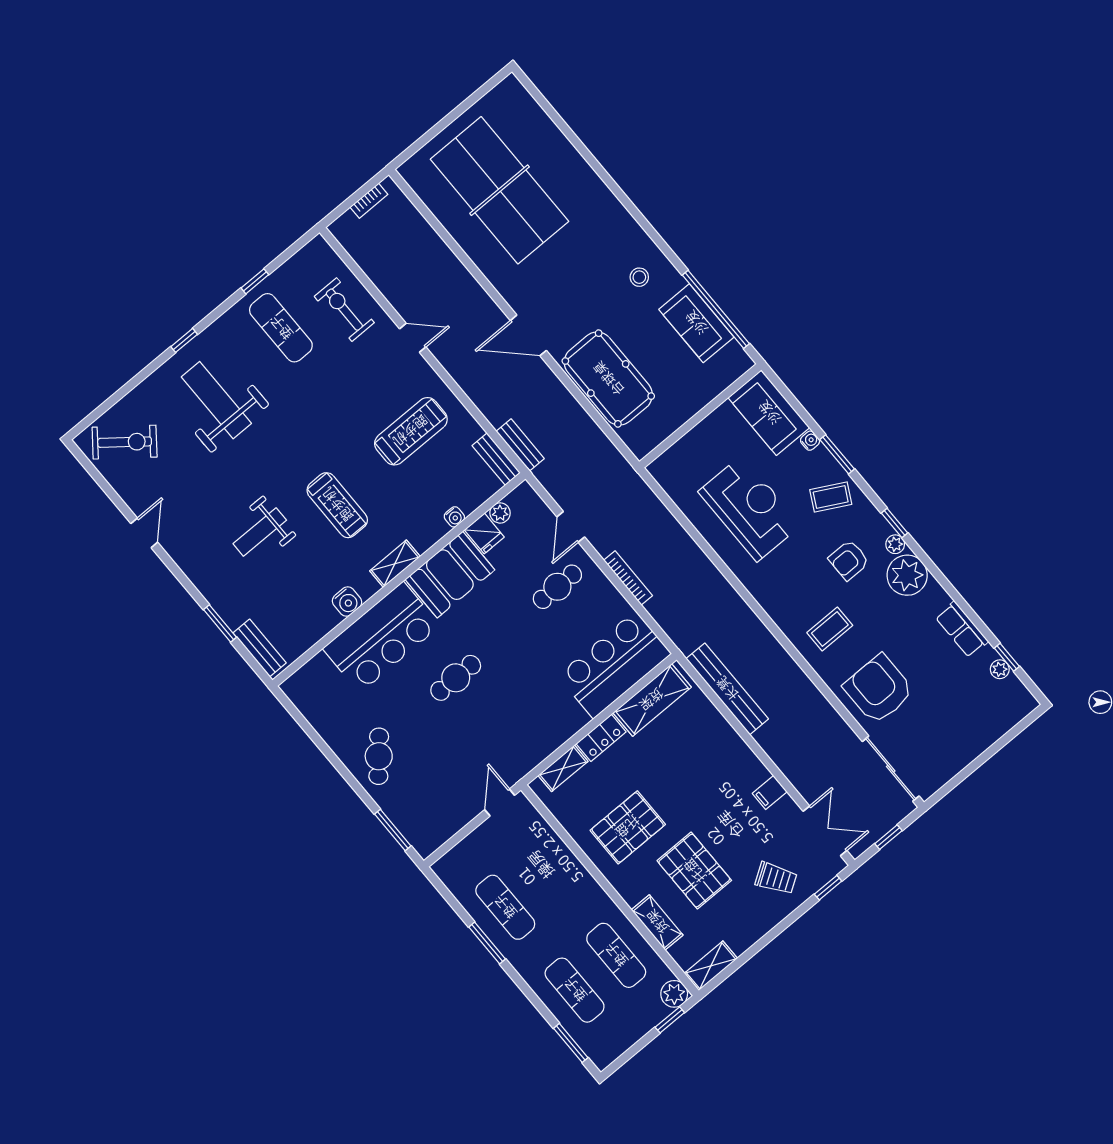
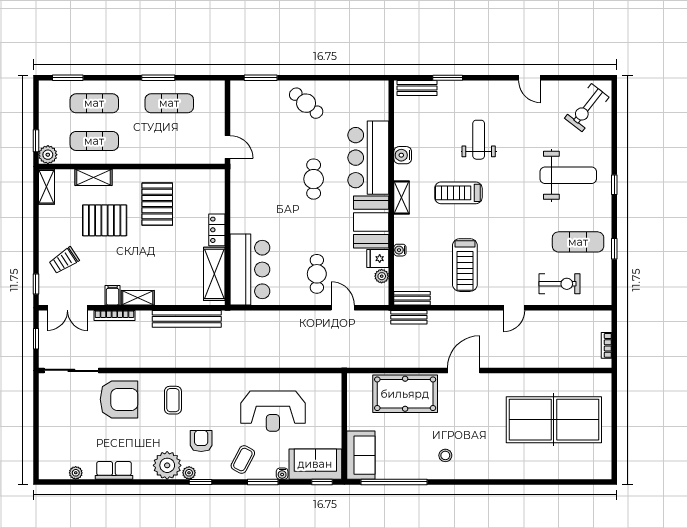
sofa: (696, 323) -> (361, 455), moved, turned 90
bookcase: (628, 578) -> (114, 316), moved
window: (1007, 657) -> (322, 482), moved
shelving: (563, 768) -> (138, 298), moved, turned 90

